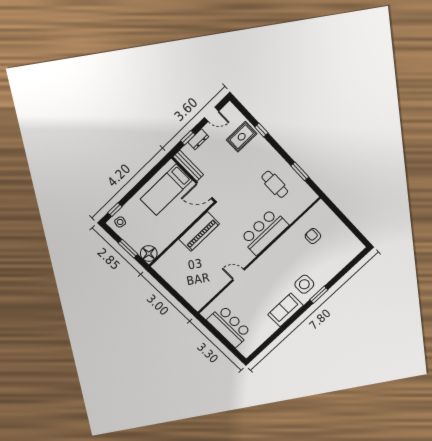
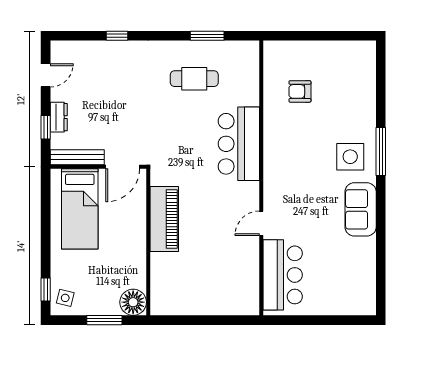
rug: (242, 137) -> (103, 65), removed
window: (319, 295) -> (381, 152), width x1.44
bar counter: (229, 326) -> (283, 275), moved, turned 90

